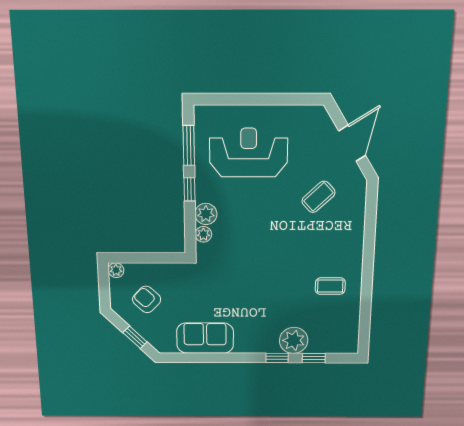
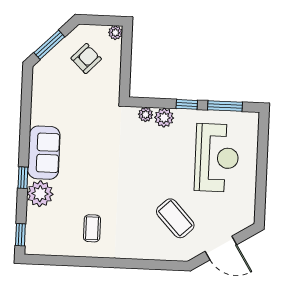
coffee table: (318, 197) -> (175, 218), width x1.36, depth x1.30
window: (135, 337) -> (49, 45), width x1.50
sofa: (205, 338) -> (44, 153), moved
window: (314, 358) -> (20, 235), moved

